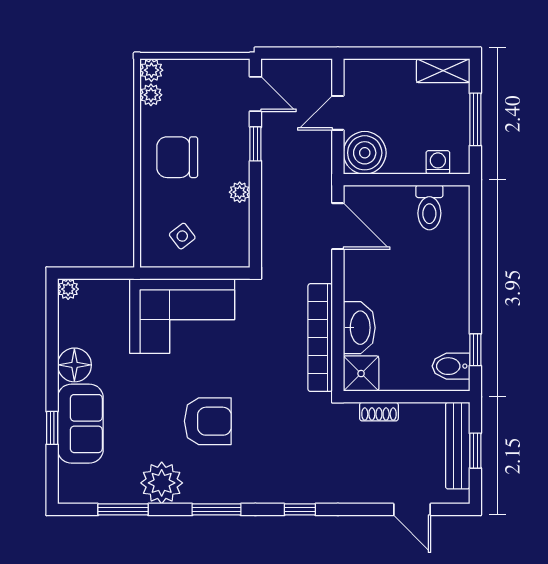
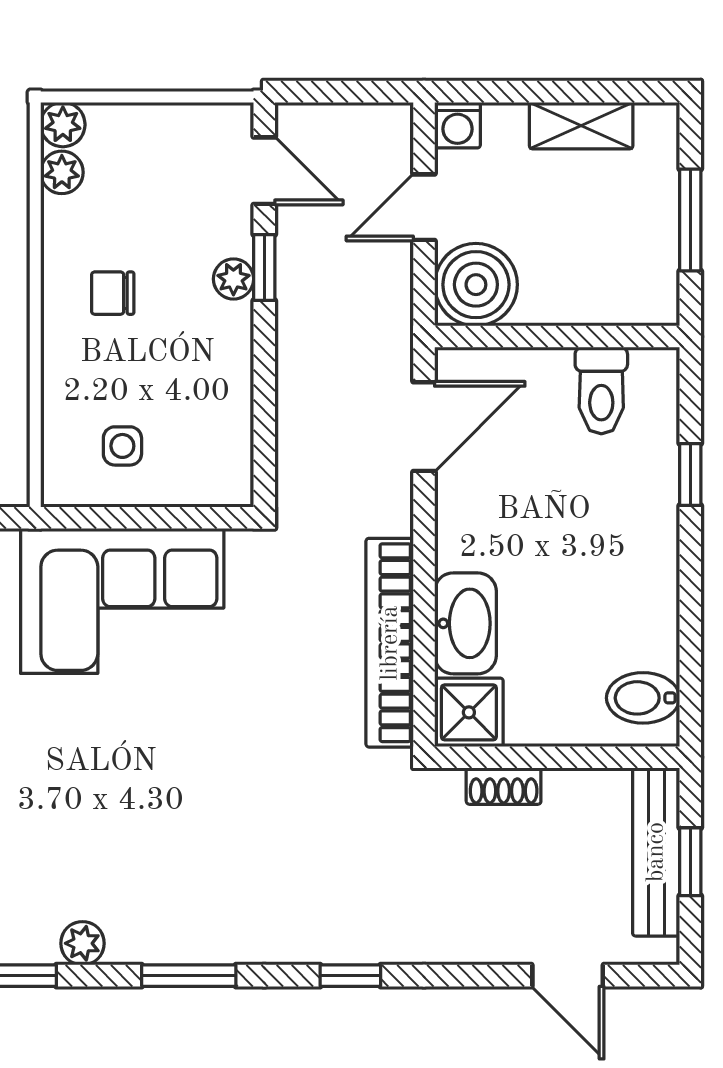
shelving: (443, 71) -> (581, 126), moved
chair: (177, 157) -> (113, 293), width x0.54, depth x0.54
washing machine: (438, 162) -> (457, 125), moved, turned 180
plant: (240, 192) -> (233, 279), moved
door: (338, 226) -> (424, 427), hinge flipped
side table: (182, 236) -> (122, 446), turned 38
window: (475, 350) -> (690, 475), moved
armchair: (208, 421) -> (172, 805), removed
plant: (162, 483) -> (83, 943), width x0.53, depth x0.53

